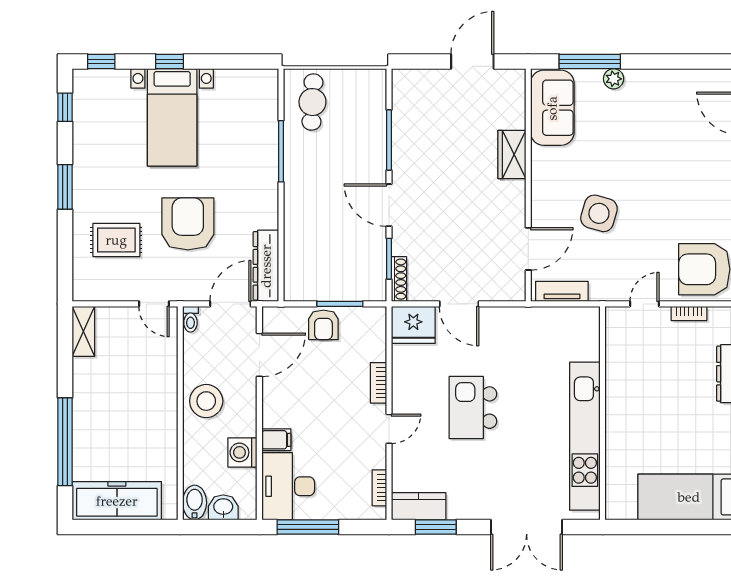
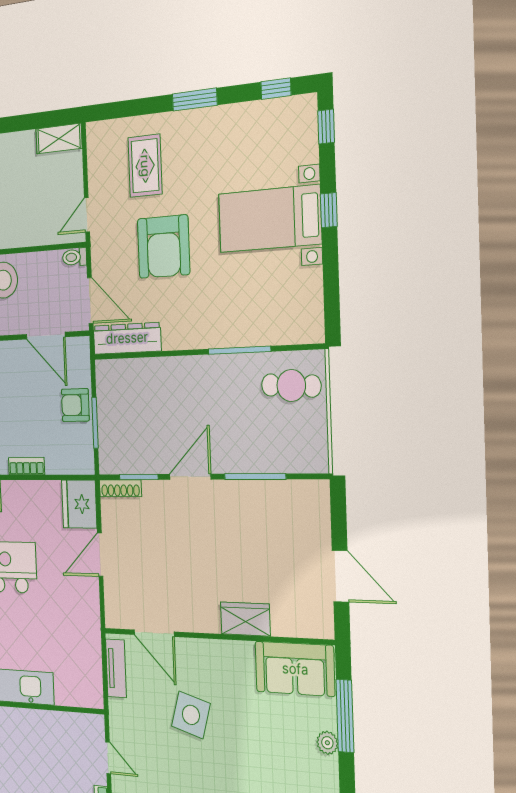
armchair: (188, 224) -> (164, 247), turned 90

